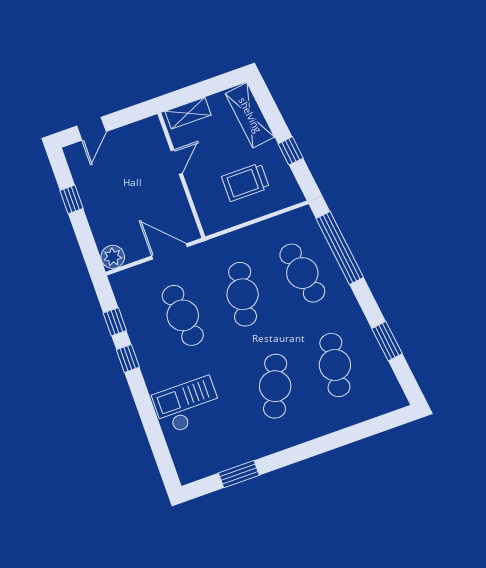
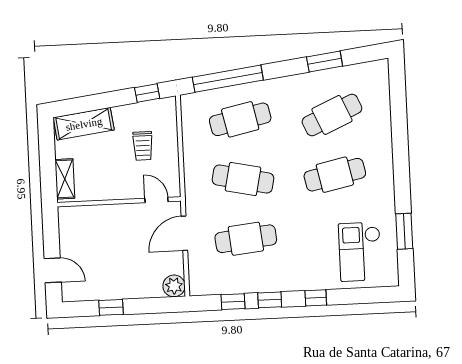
window: (291, 151) -> (147, 93), moved
door: (177, 162) -> (156, 200), moved
trolley: (245, 182) -> (143, 146), width x0.73, depth x0.72
cafe table: (335, 365) -> (332, 115), turned -33
cafe table: (275, 386) -> (335, 175), turned -33
window: (144, 405) -> (316, 298), added
checkout: (187, 405) -> (360, 252), moved

